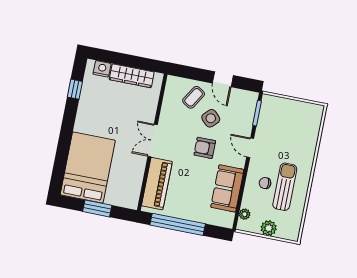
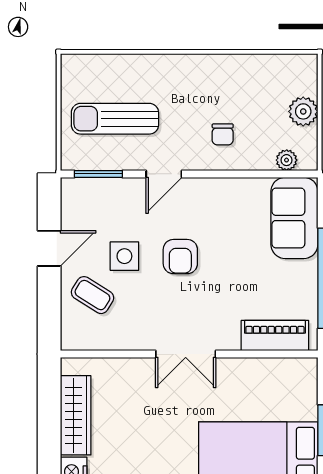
side table: (211, 118) -> (124, 256), turned 45
piano: (157, 184) -> (275, 336), width x0.73, depth x0.75
sun lounger: (285, 187) -> (115, 119), moved
sofa: (227, 188) -> (294, 218), moved, turned 90

